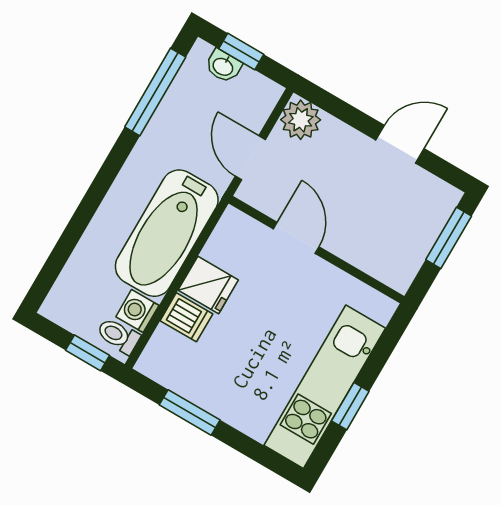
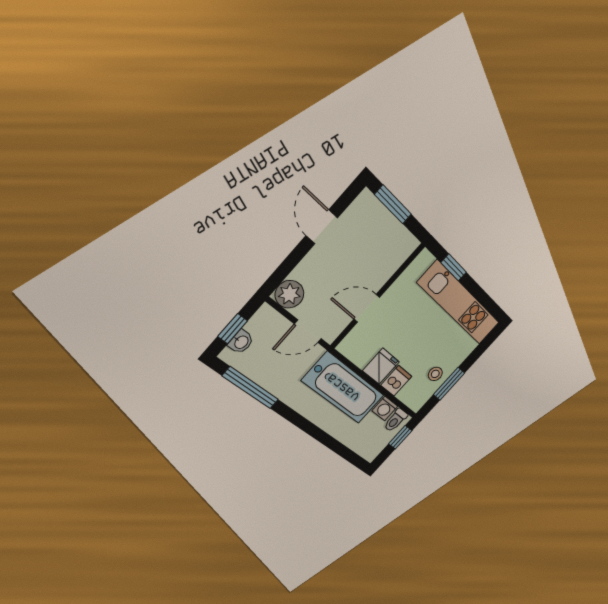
stool: (204, 382) -> (435, 374), added
window: (350, 406) -> (454, 267), moved

